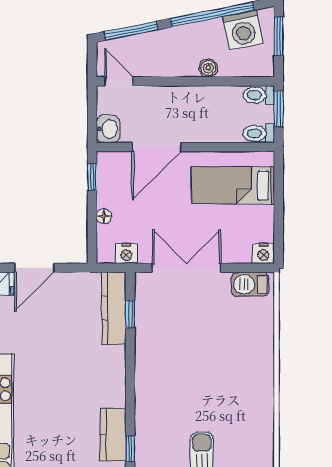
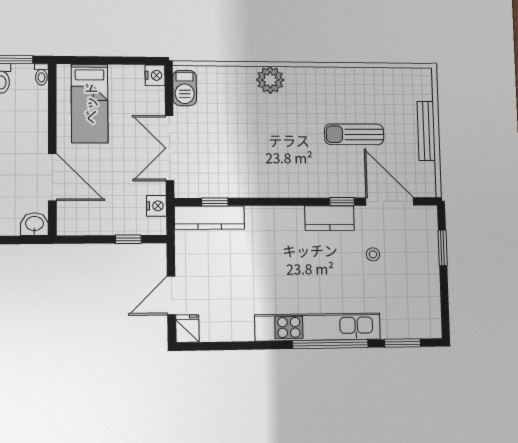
toilet: (259, 133) -> (41, 74), width x0.73, depth x0.72
window: (92, 177) -> (128, 239), moved
floor lamp: (104, 216) -> (120, 228), removed
door: (34, 268) -> (171, 295), swing flipped
plant: (259, 375) -> (270, 80), added

